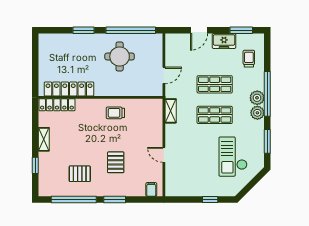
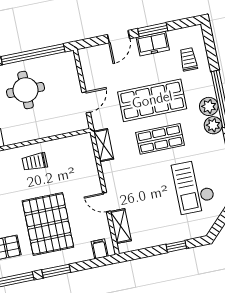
window: (241, 30) -> (153, 30), moved
shop shelf: (215, 84) -> (152, 100), width x1.43, depth x1.36
pallet: (116, 162) -> (48, 224), width x2.05, depth x2.00
shelving: (171, 175) -> (121, 226), added

